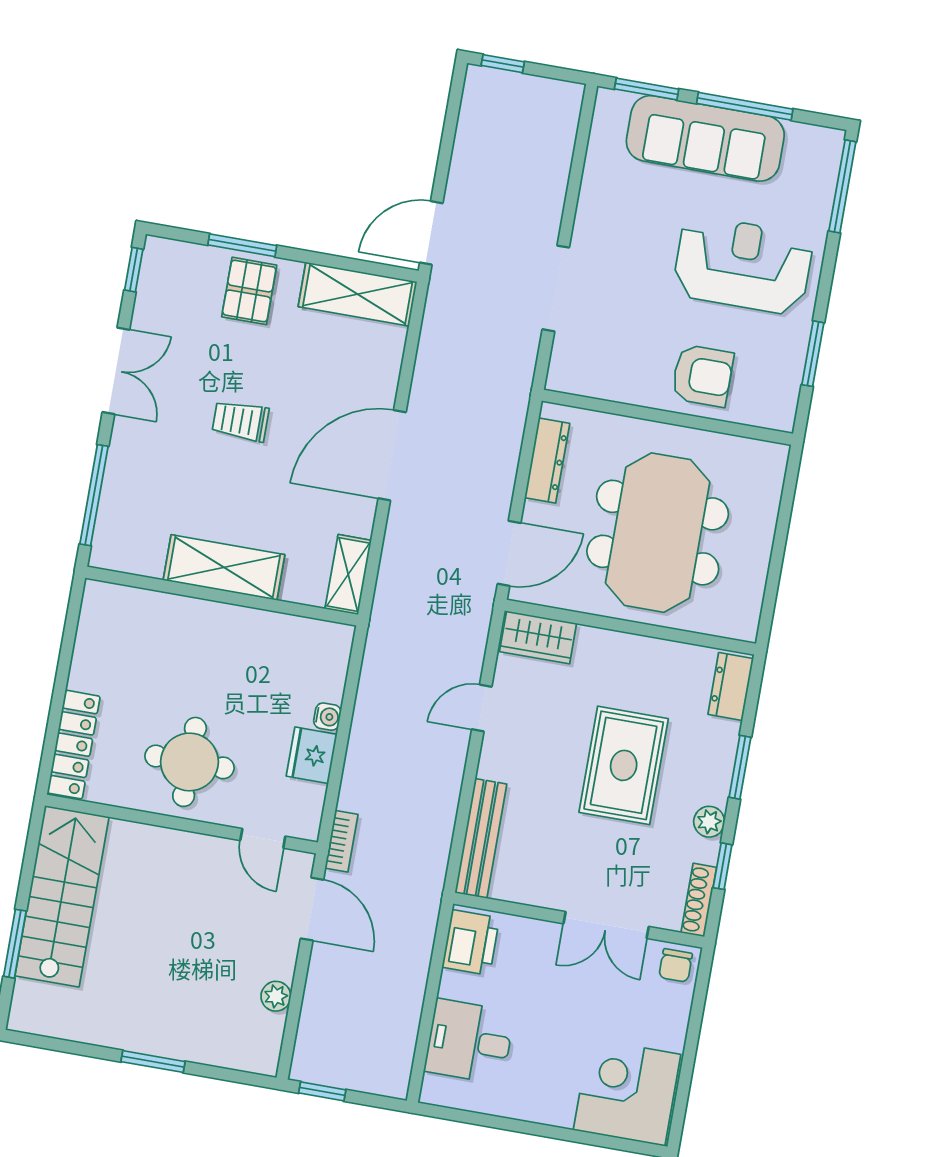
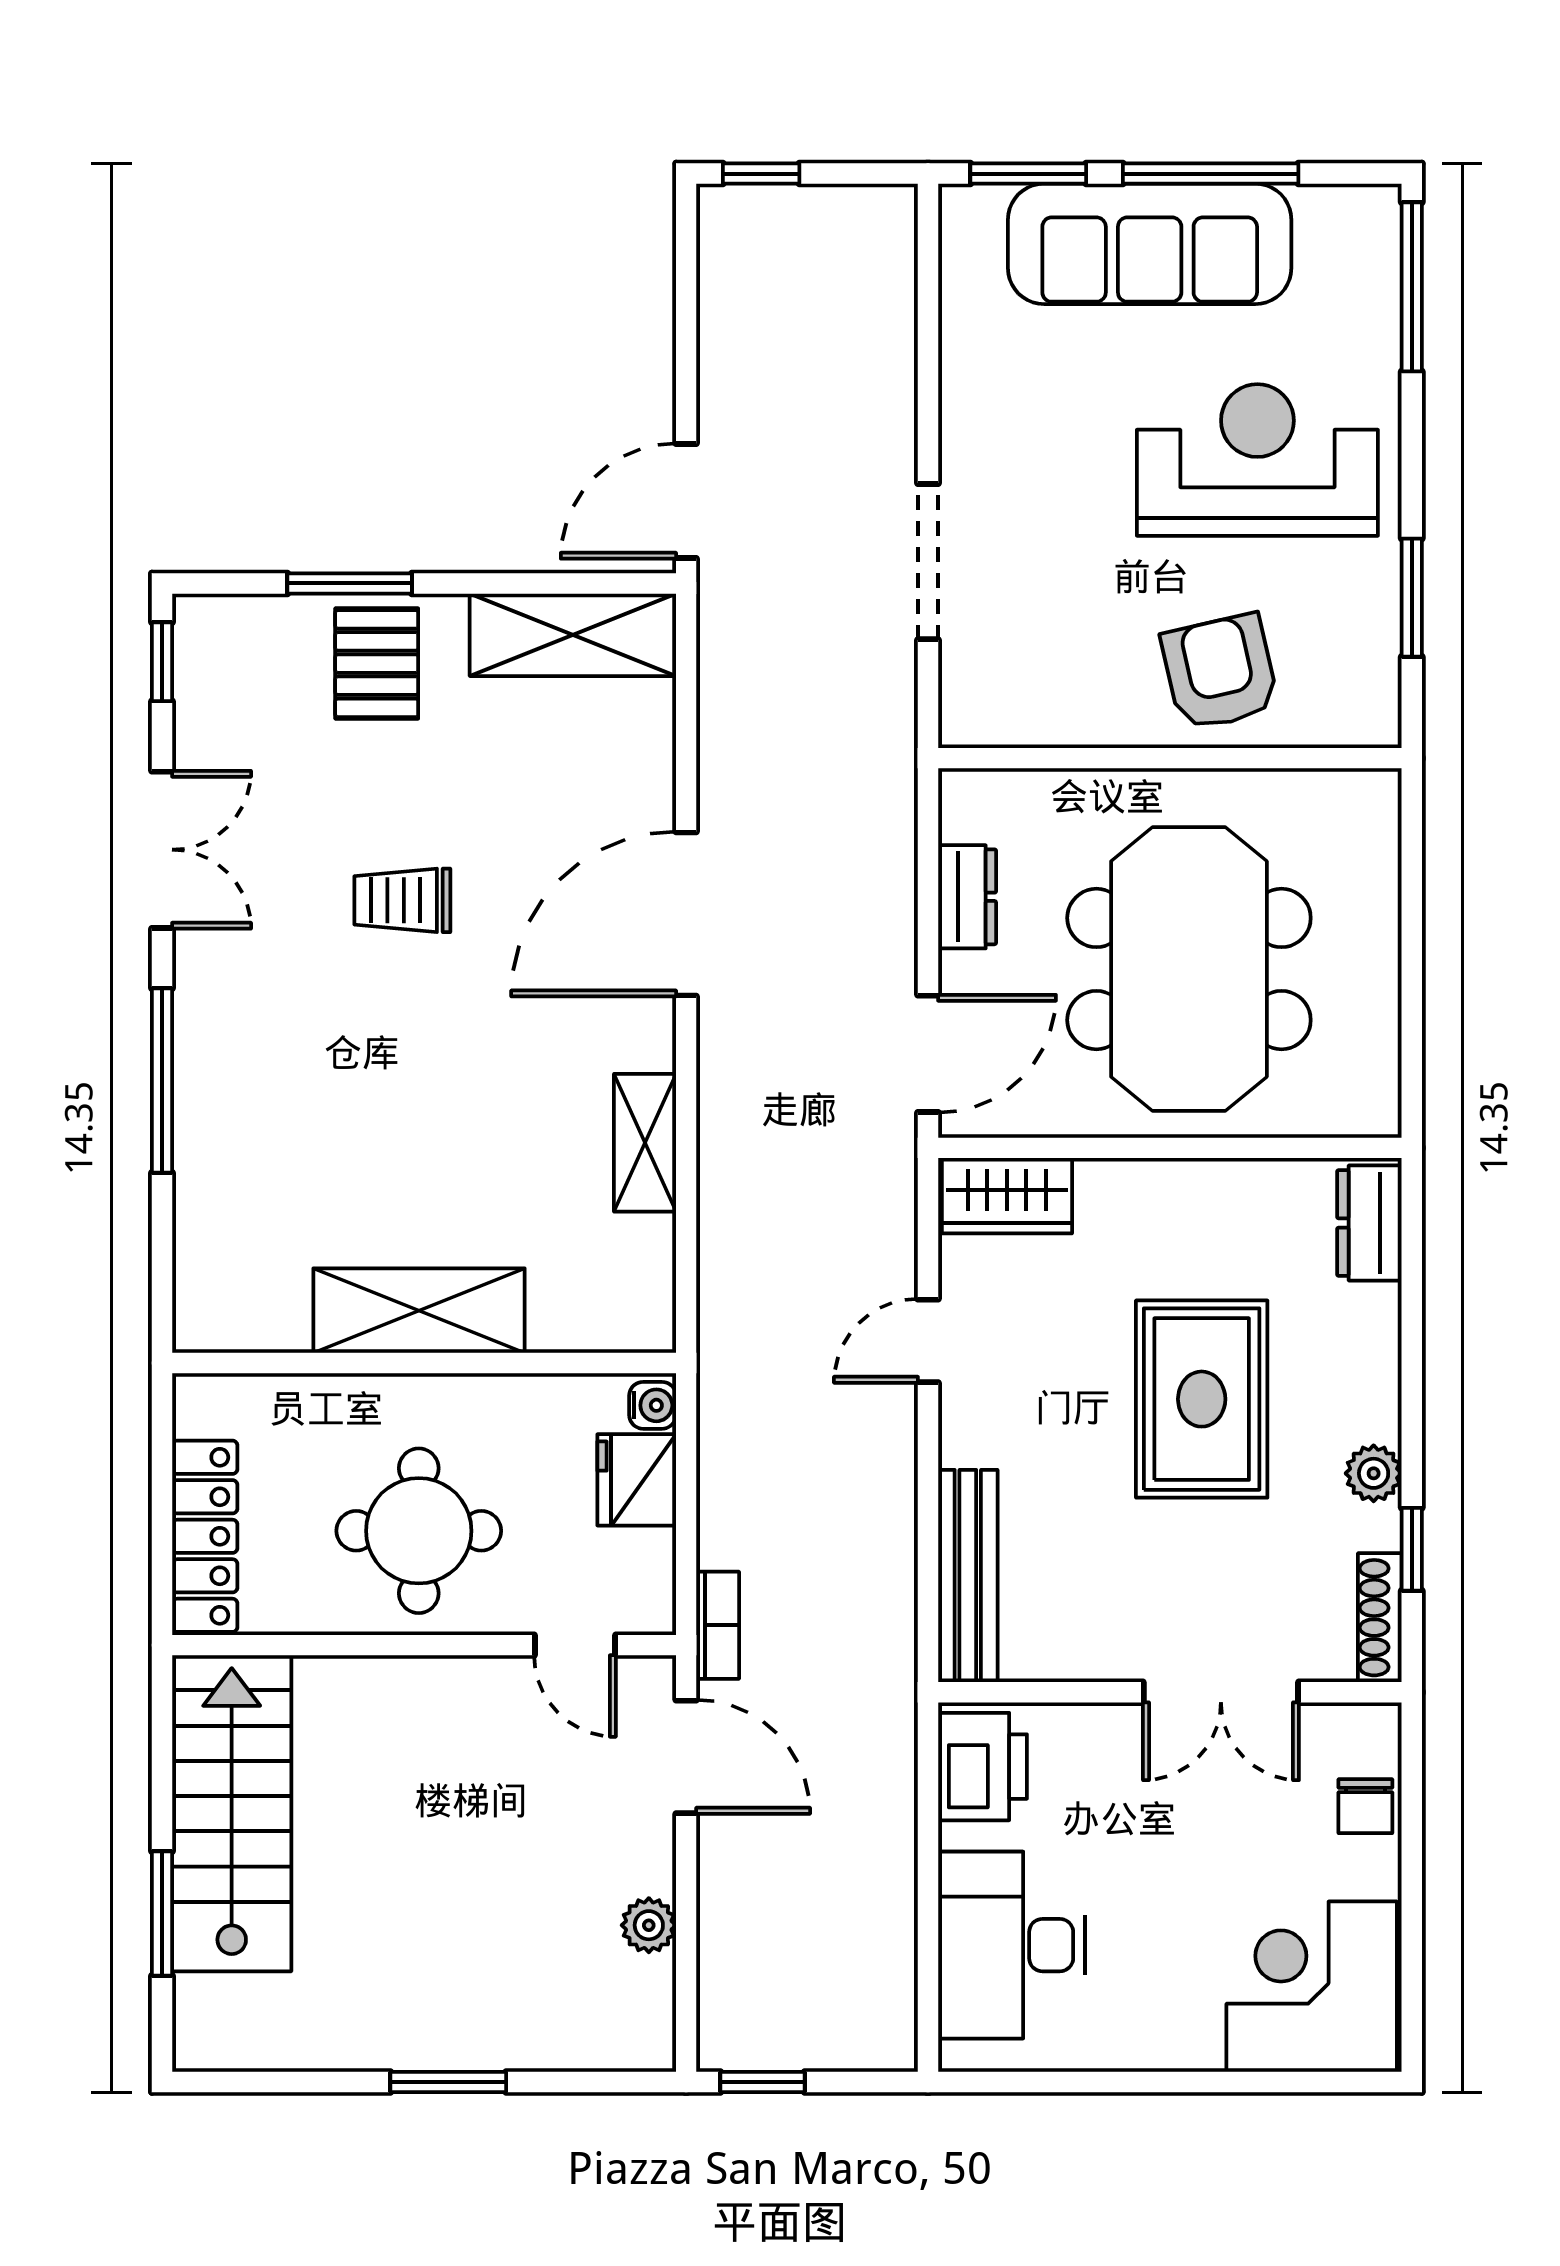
armchair: (702, 376) -> (1220, 672), turned -103
dresser: (547, 460) -> (967, 897), width x0.70
shelving: (224, 567) -> (419, 1311), moved
wall: (222, 596) -> (424, 1363), moved
window: (740, 767) -> (1412, 1366), removed
chair: (676, 965) -> (1365, 1806), moved
desk: (469, 1041) -> (1012, 1945), width x1.37

